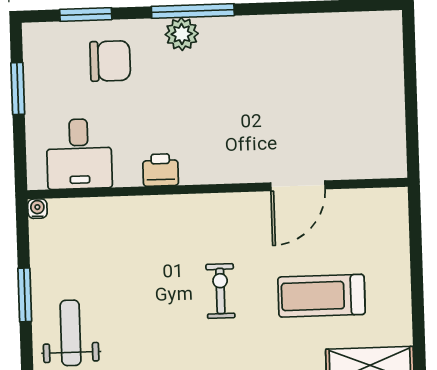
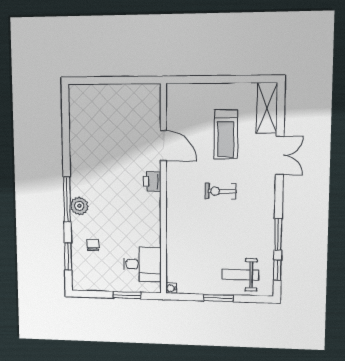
chair: (110, 61) -> (93, 245), width x0.54, depth x0.54
window: (18, 89) -> (127, 295), moved
printer: (161, 170) -> (152, 181), moved

